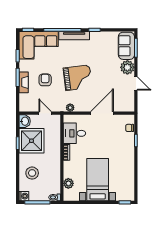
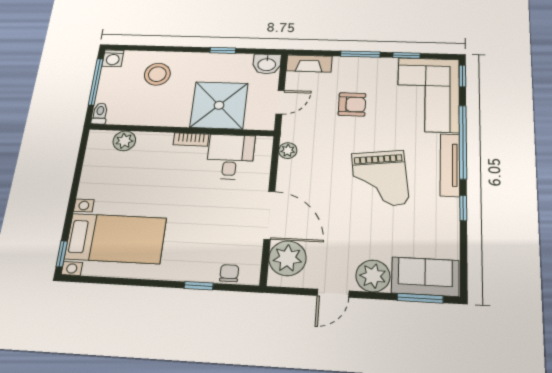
grand piano: (78, 78) -> (380, 179), moved
fireplace: (24, 82) -> (309, 63), moved
plant: (122, 104) -> (287, 258), added
shower: (31, 141) -> (219, 105), moved
bed with nightstands: (98, 180) -> (116, 238), moved

